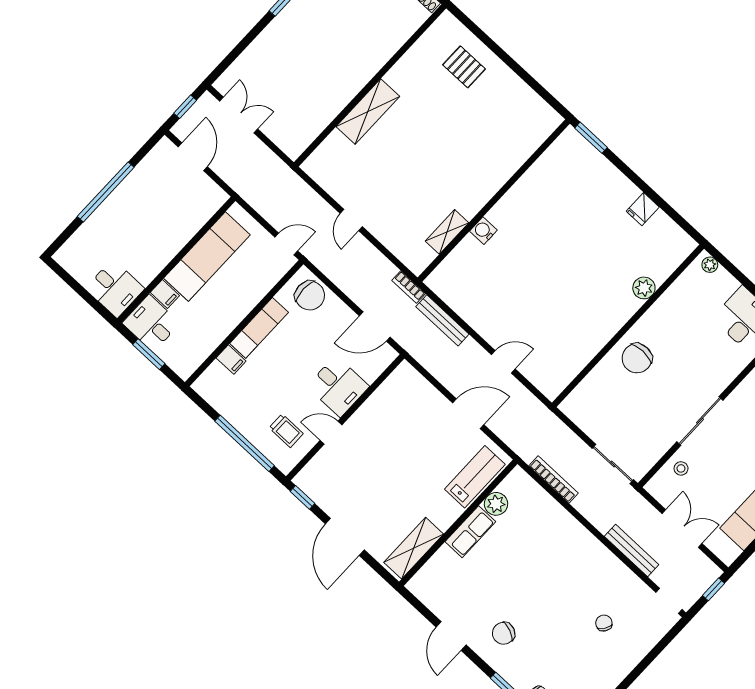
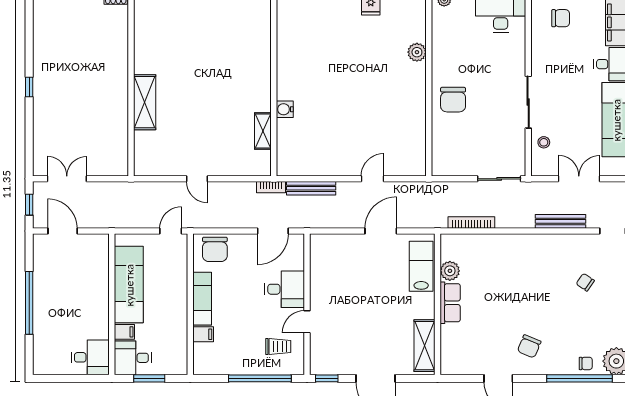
pallet: (464, 67) -> (178, 19), removed
chair: (310, 296) -> (215, 249), turned 90

